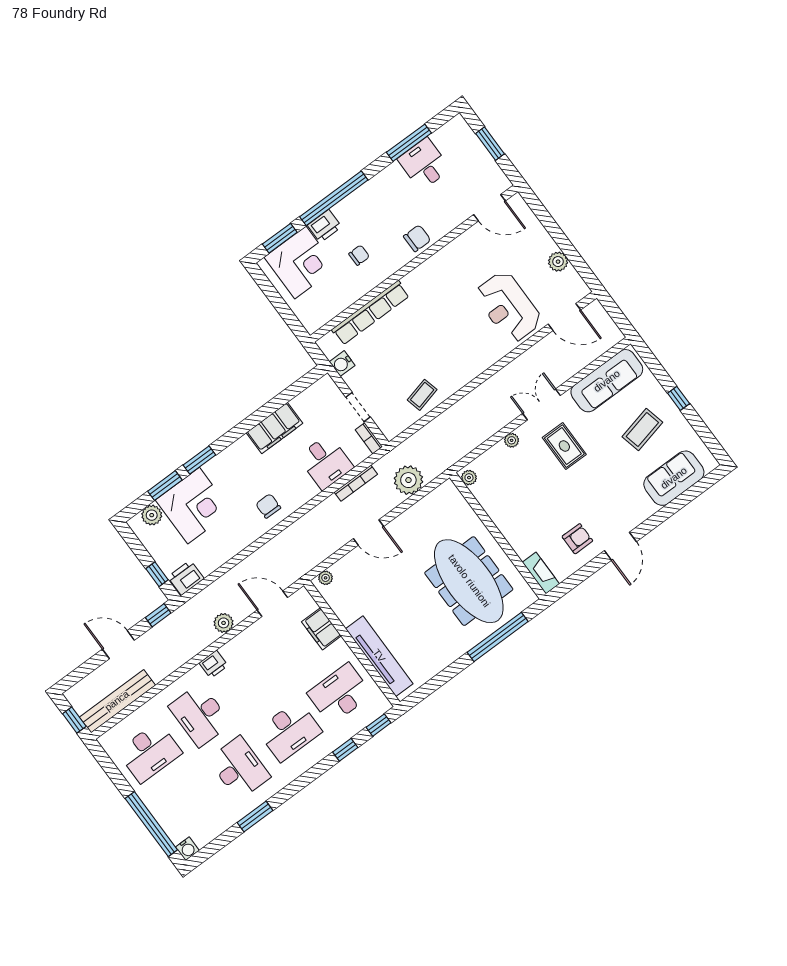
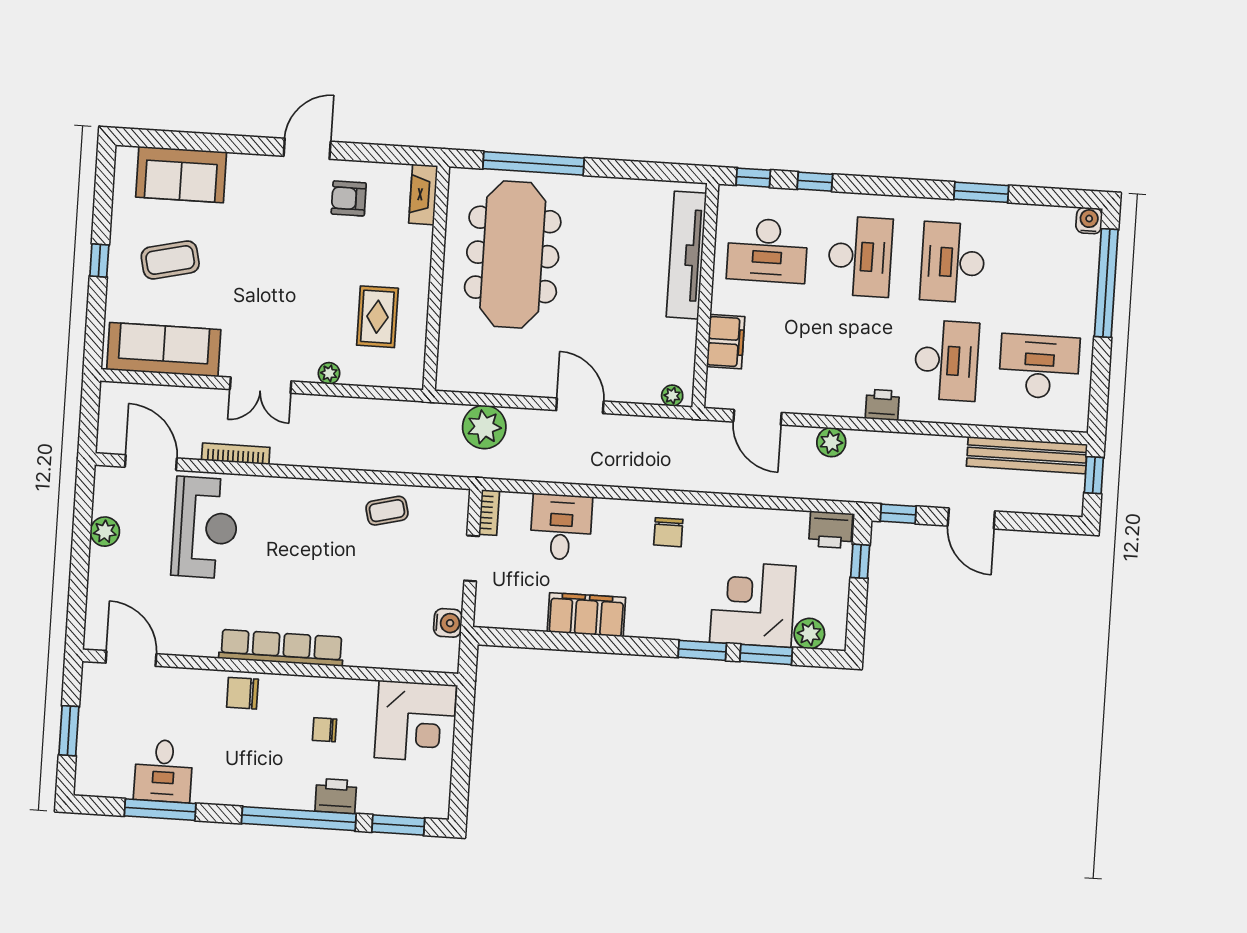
corner desk: (300, 263) -> (415, 721), moved, turned 180
row of seats: (371, 313) -> (281, 648), moved
rug: (564, 446) -> (377, 317), moved
plant: (469, 478) -> (413, 372), removed
bookcase: (356, 483) -> (236, 454), moved
desk: (289, 731) -> (860, 256), turned 90

